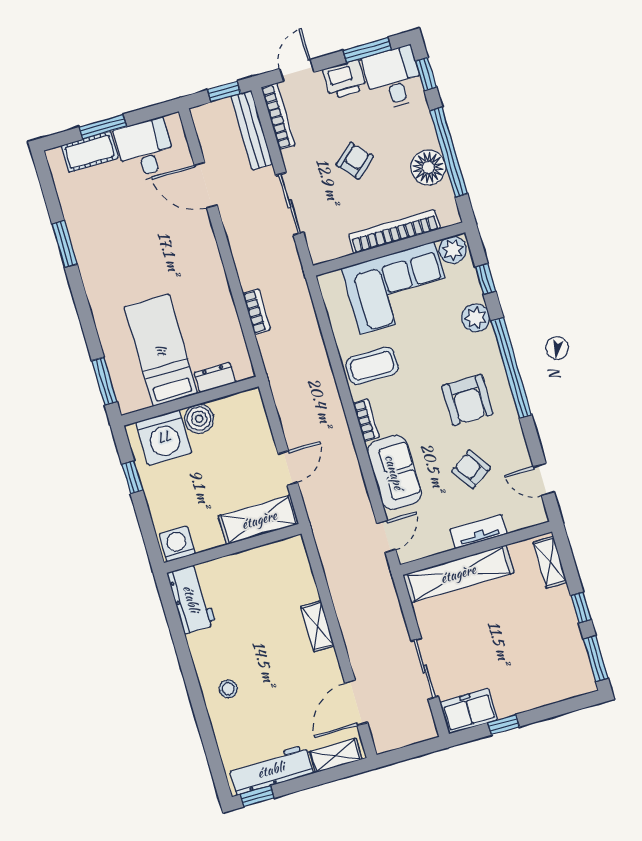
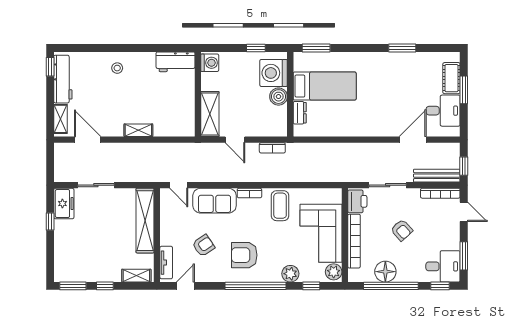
printer: (345, 79) -> (357, 201), moved, turned 180
bookcase: (257, 311) -> (272, 148), moved
tv unit: (478, 532) -> (166, 263), moved

